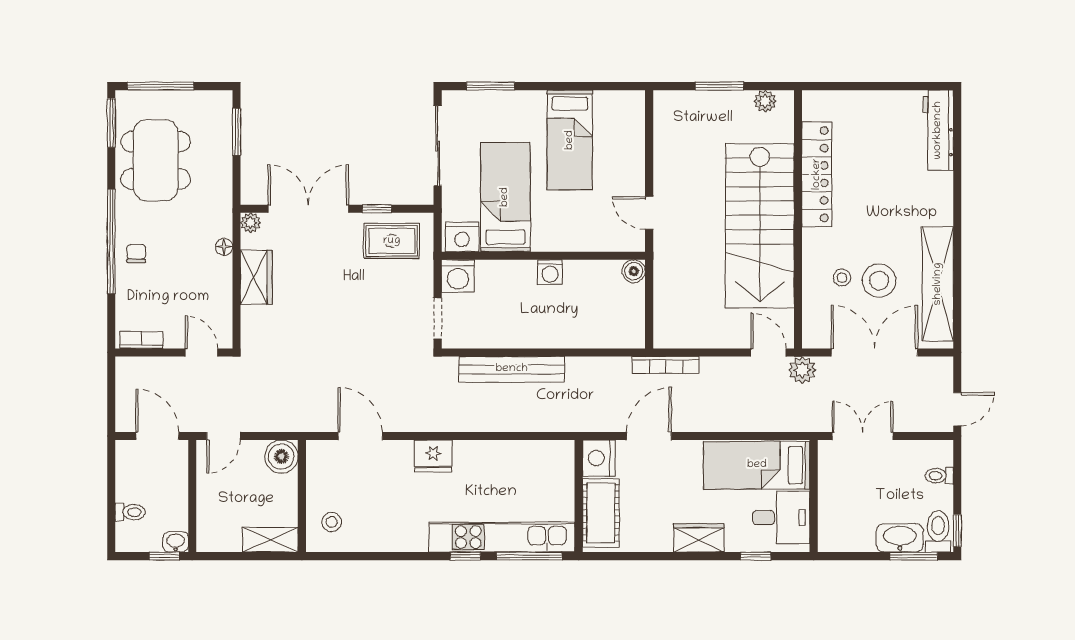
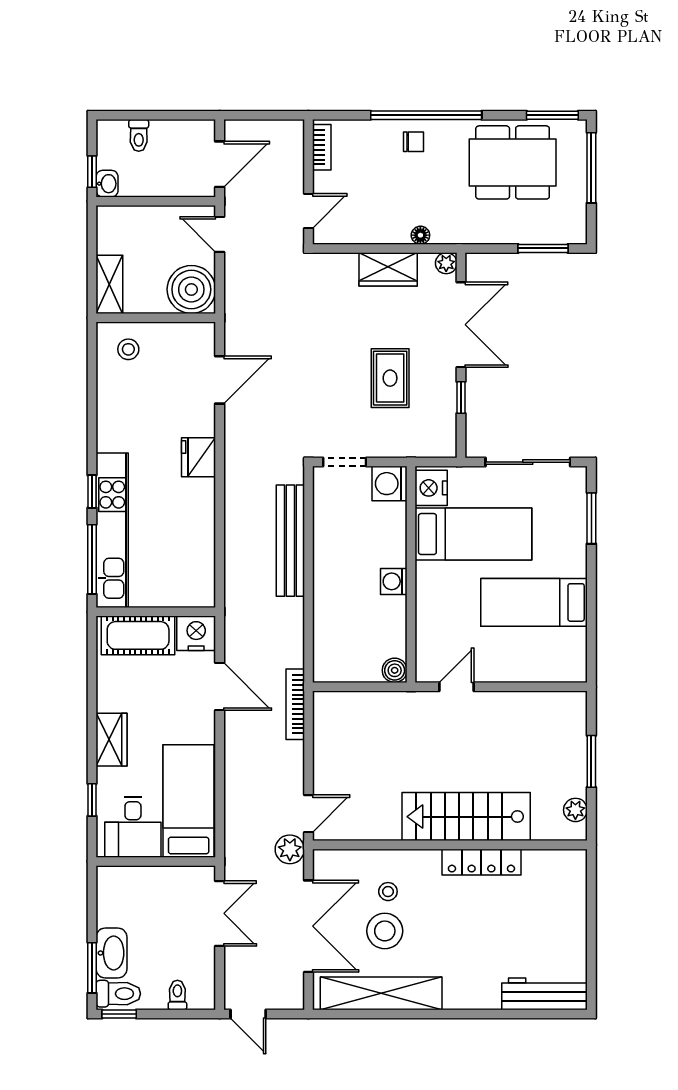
locker: (817, 174) -> (481, 862), width x0.71, depth x0.83
stairs: (760, 226) -> (466, 817), width x0.73, depth x0.66
rug: (392, 241) -> (390, 378), moved
boiler: (281, 457) -> (191, 289), width x1.37, depth x1.37

